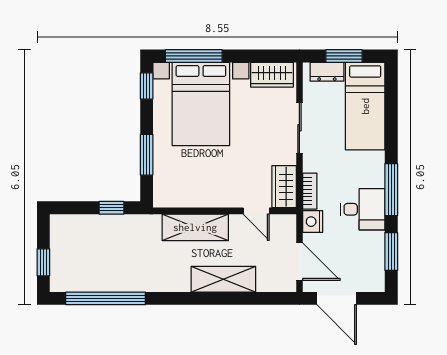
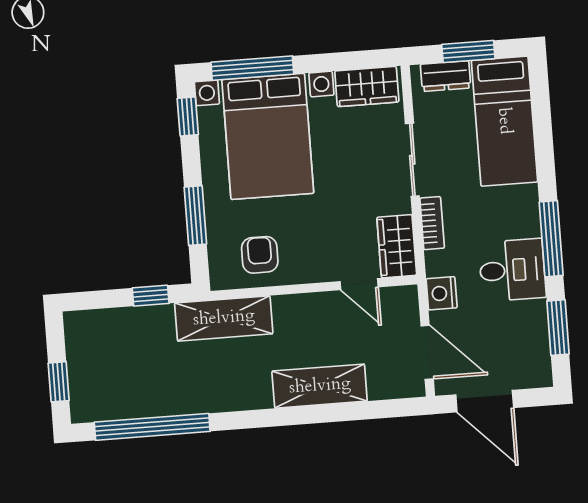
armchair: (189, 185) -> (260, 255), added
bookcase: (310, 191) -> (432, 223), moved
shelving: (195, 227) -> (224, 318), moved

